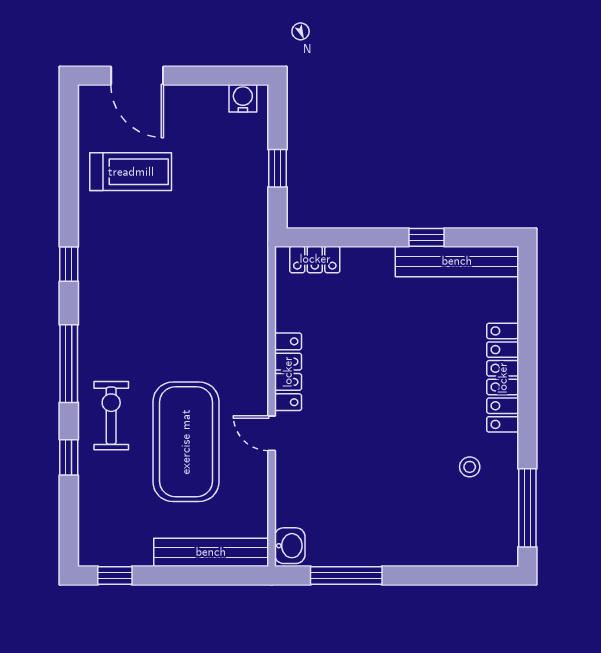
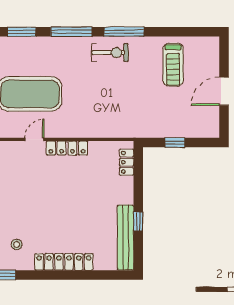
door: (137, 76) -> (224, 91), moved
water cooler: (243, 98) -> (212, 124), removed
window: (69, 264) -> (124, 32), width x2.17
exercise bike: (111, 416) -> (110, 53), moved
window: (69, 457) -> (22, 32), width x1.50

